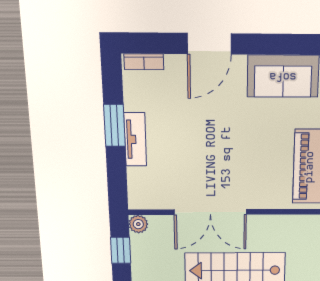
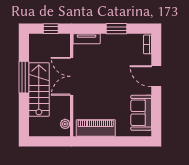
tv unit: (135, 139) -> (87, 39), moved
plant: (138, 224) -> (65, 124), moved

